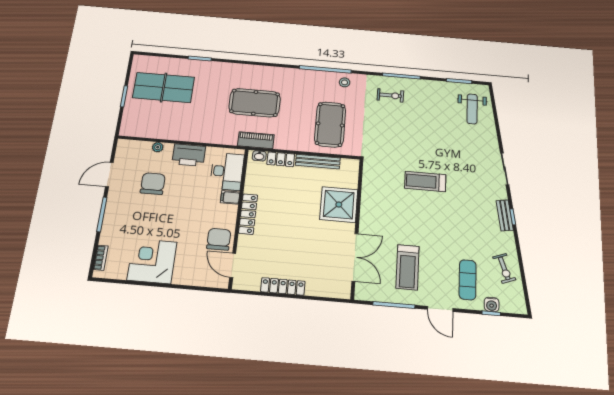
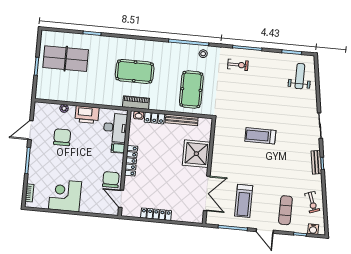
weight bench: (472, 109) -> (300, 76), turned 180
water cooler: (492, 304) -> (313, 229), moved

